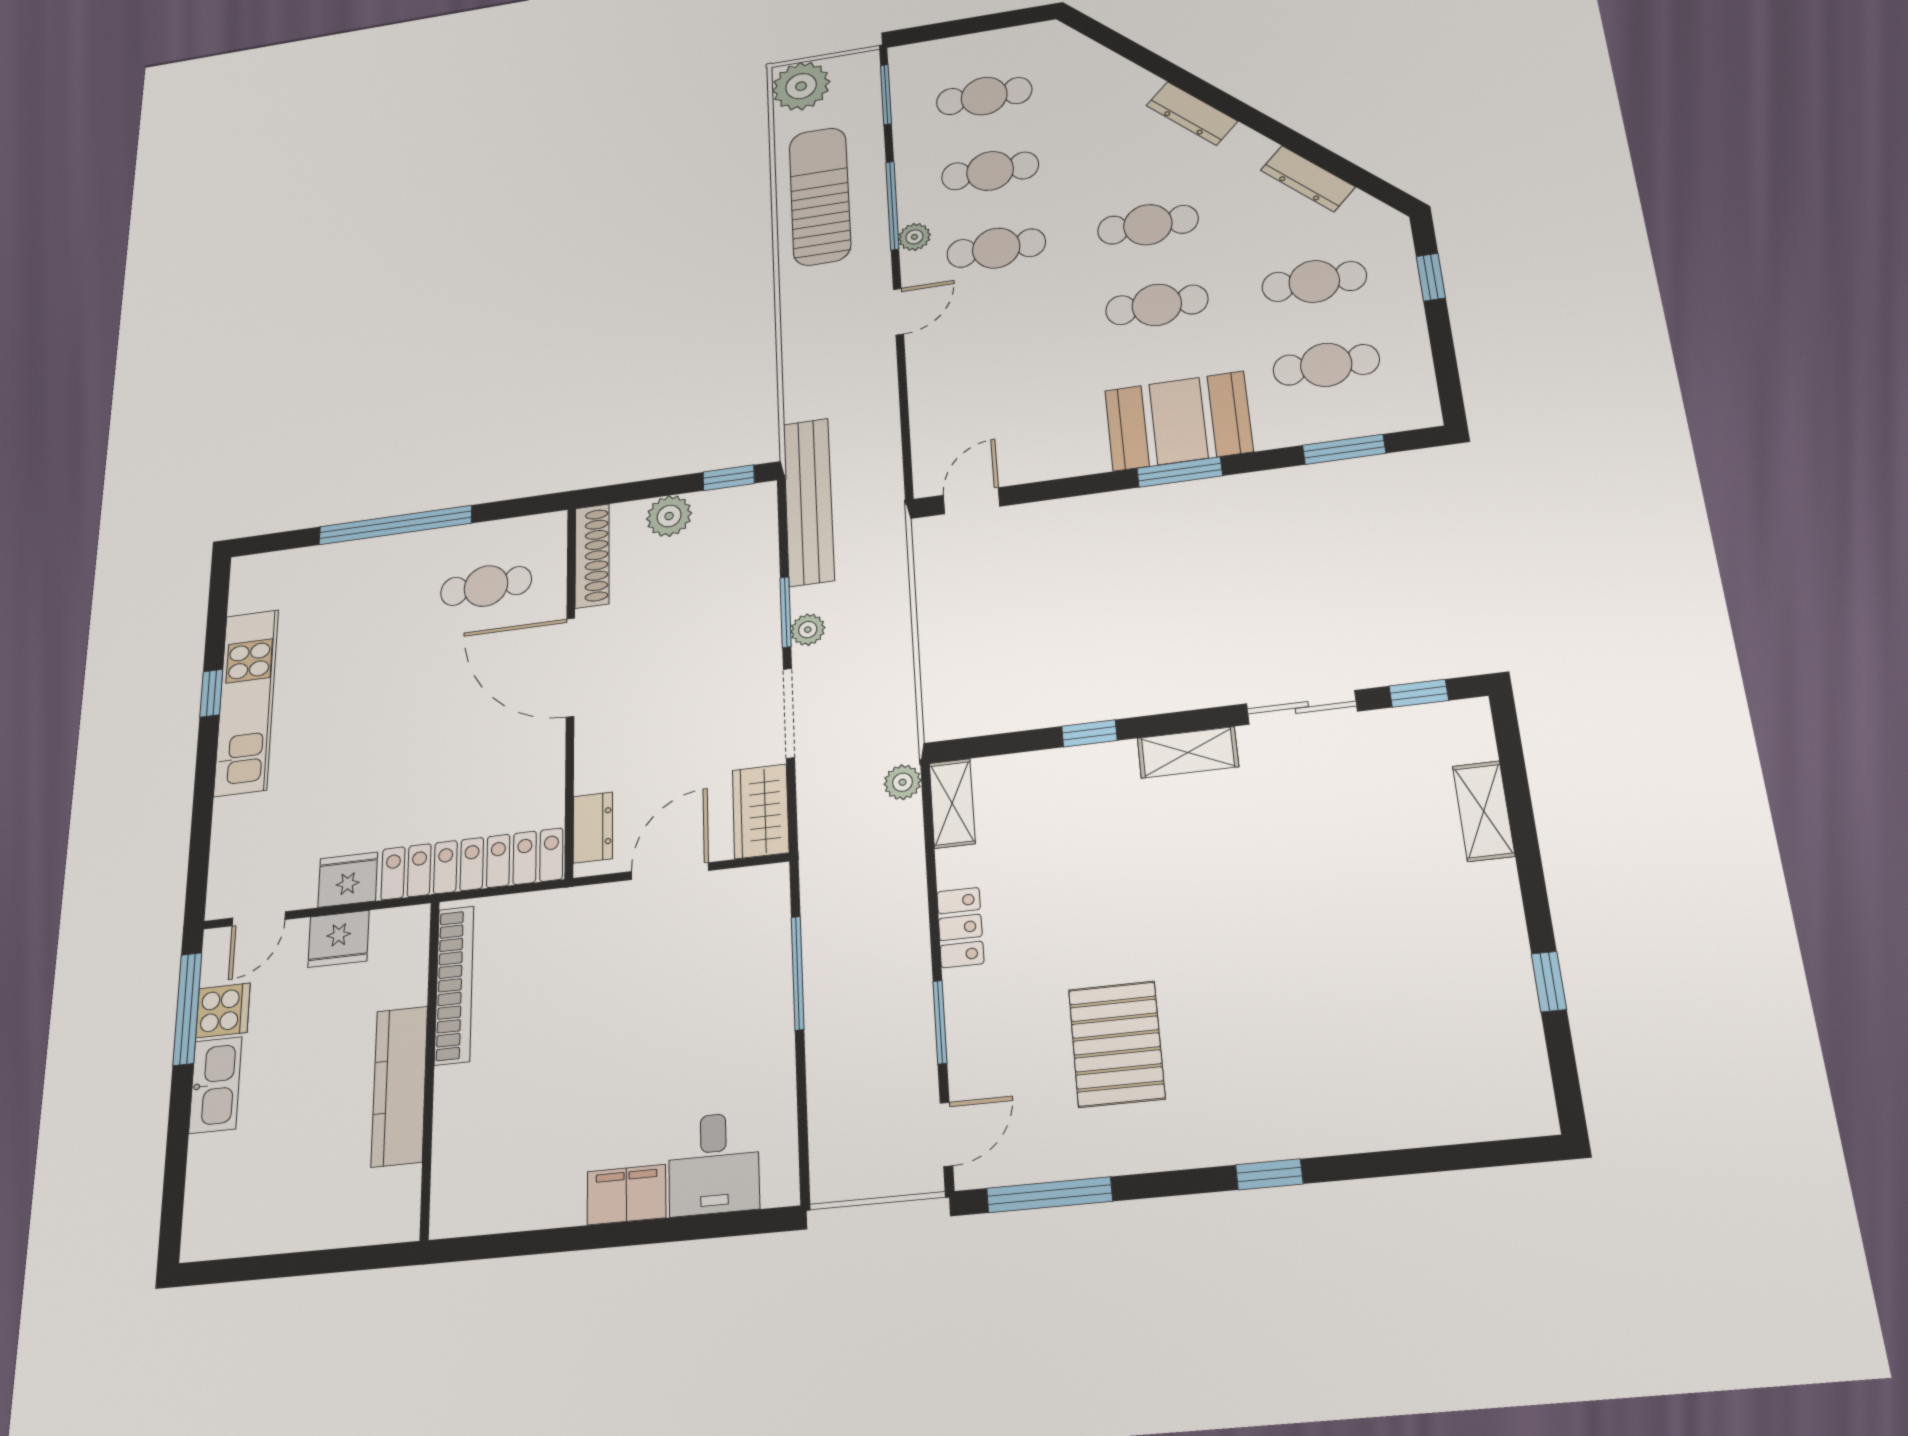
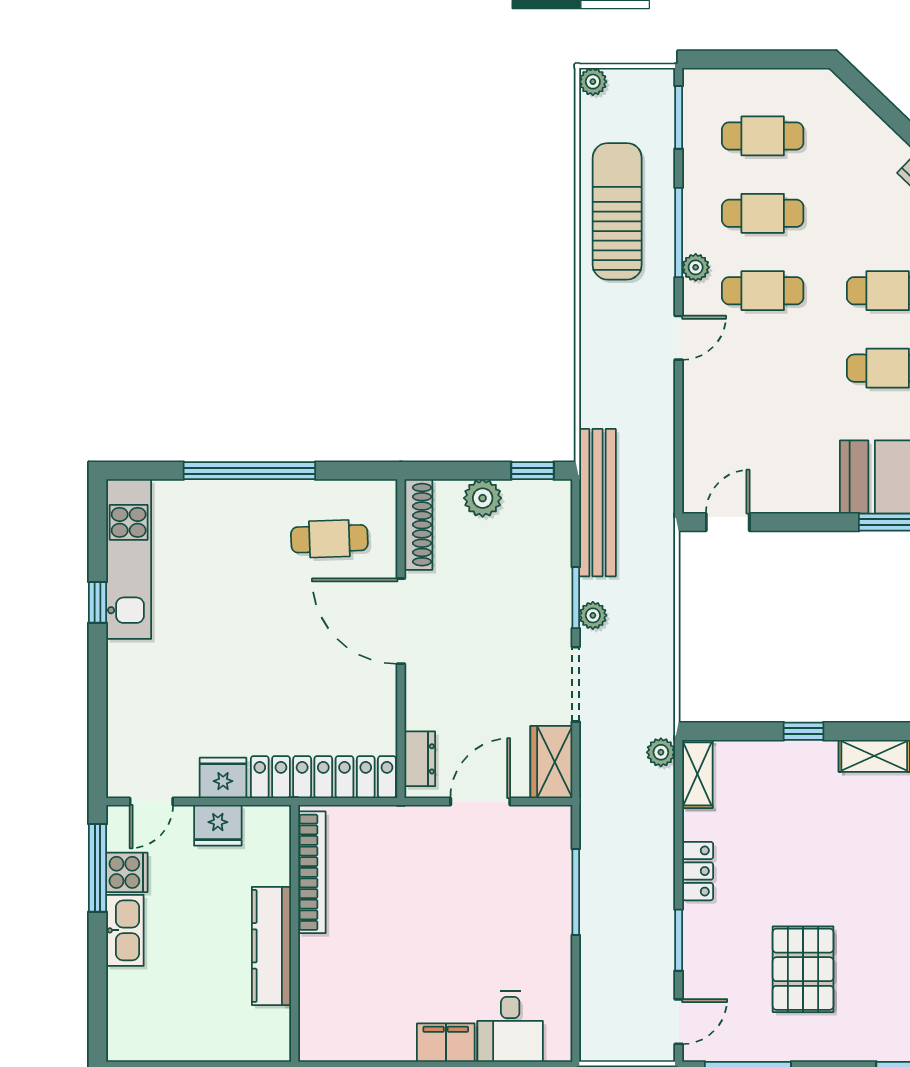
plant: (801, 86) -> (593, 82), width x0.53, depth x0.53
kitchen unit: (246, 702) -> (129, 559), moved

